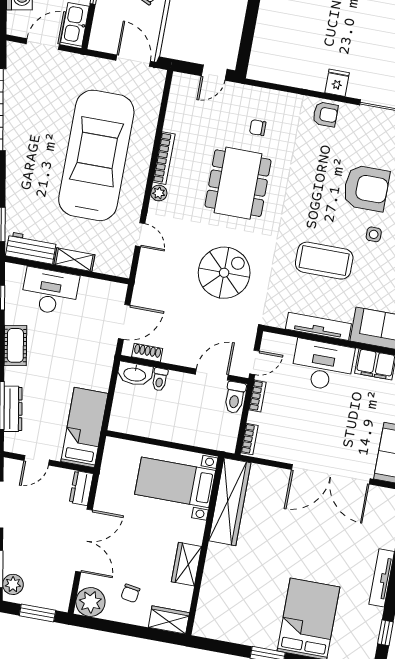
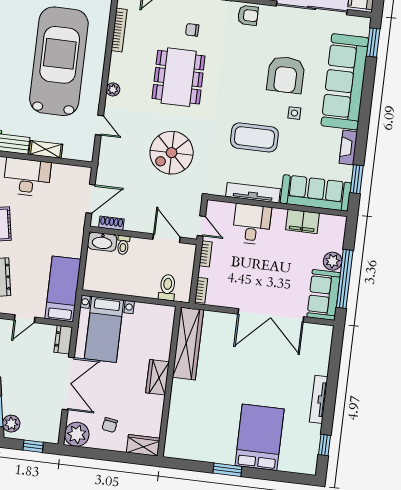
bookcase: (164, 158) -> (119, 30), moved
armchair: (366, 188) -> (286, 75), turned 90
spiral stairs: (224, 273) -> (172, 153), turned 180
door: (254, 362) -> (201, 226), hinge flipped
desk: (323, 365) -> (252, 224), width x0.73
door: (212, 375) -> (167, 238), hinge flipped
toilet: (235, 397) -> (167, 287), moved, turned 180
bed with nightstands: (175, 482) -> (104, 329), moved, turned -90
wardrobe: (186, 564) -> (157, 377), moved
window: (37, 613) -> (33, 446), width x0.67

